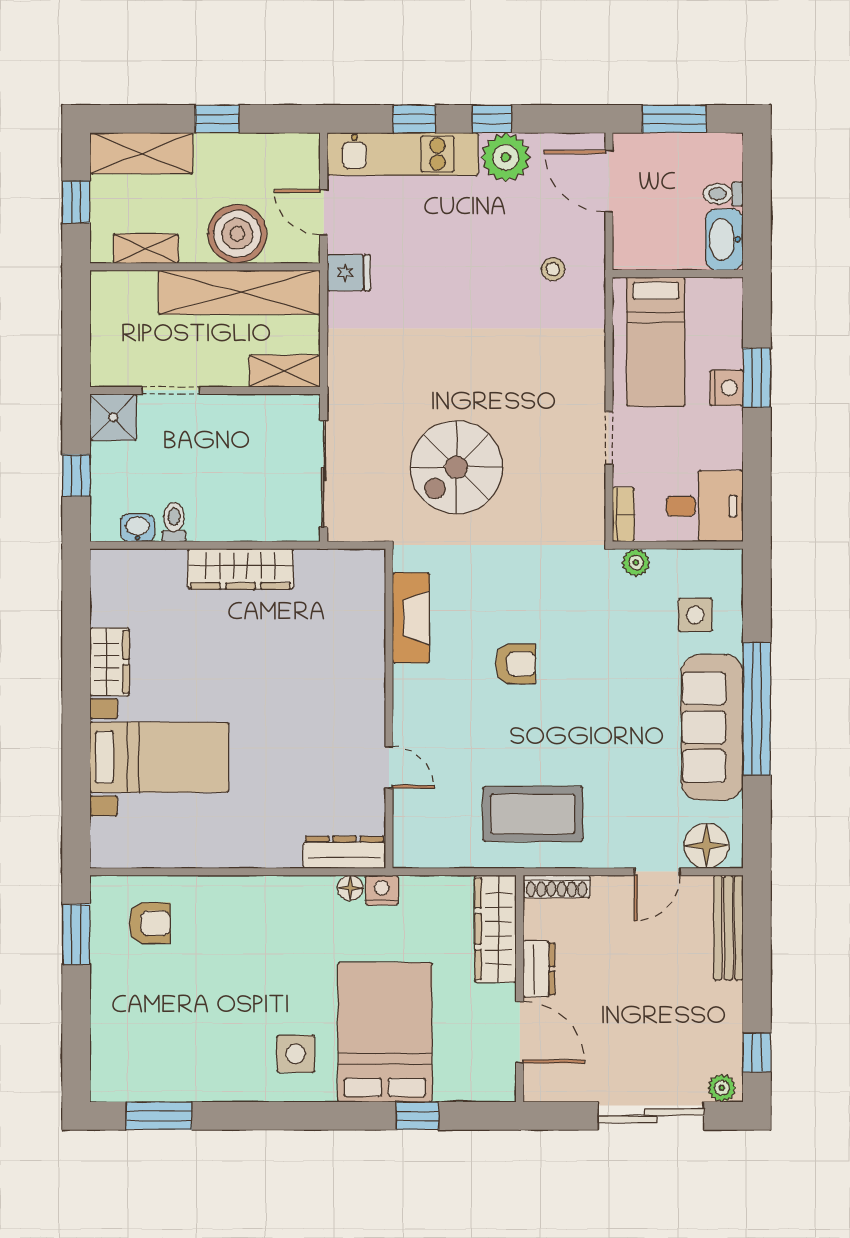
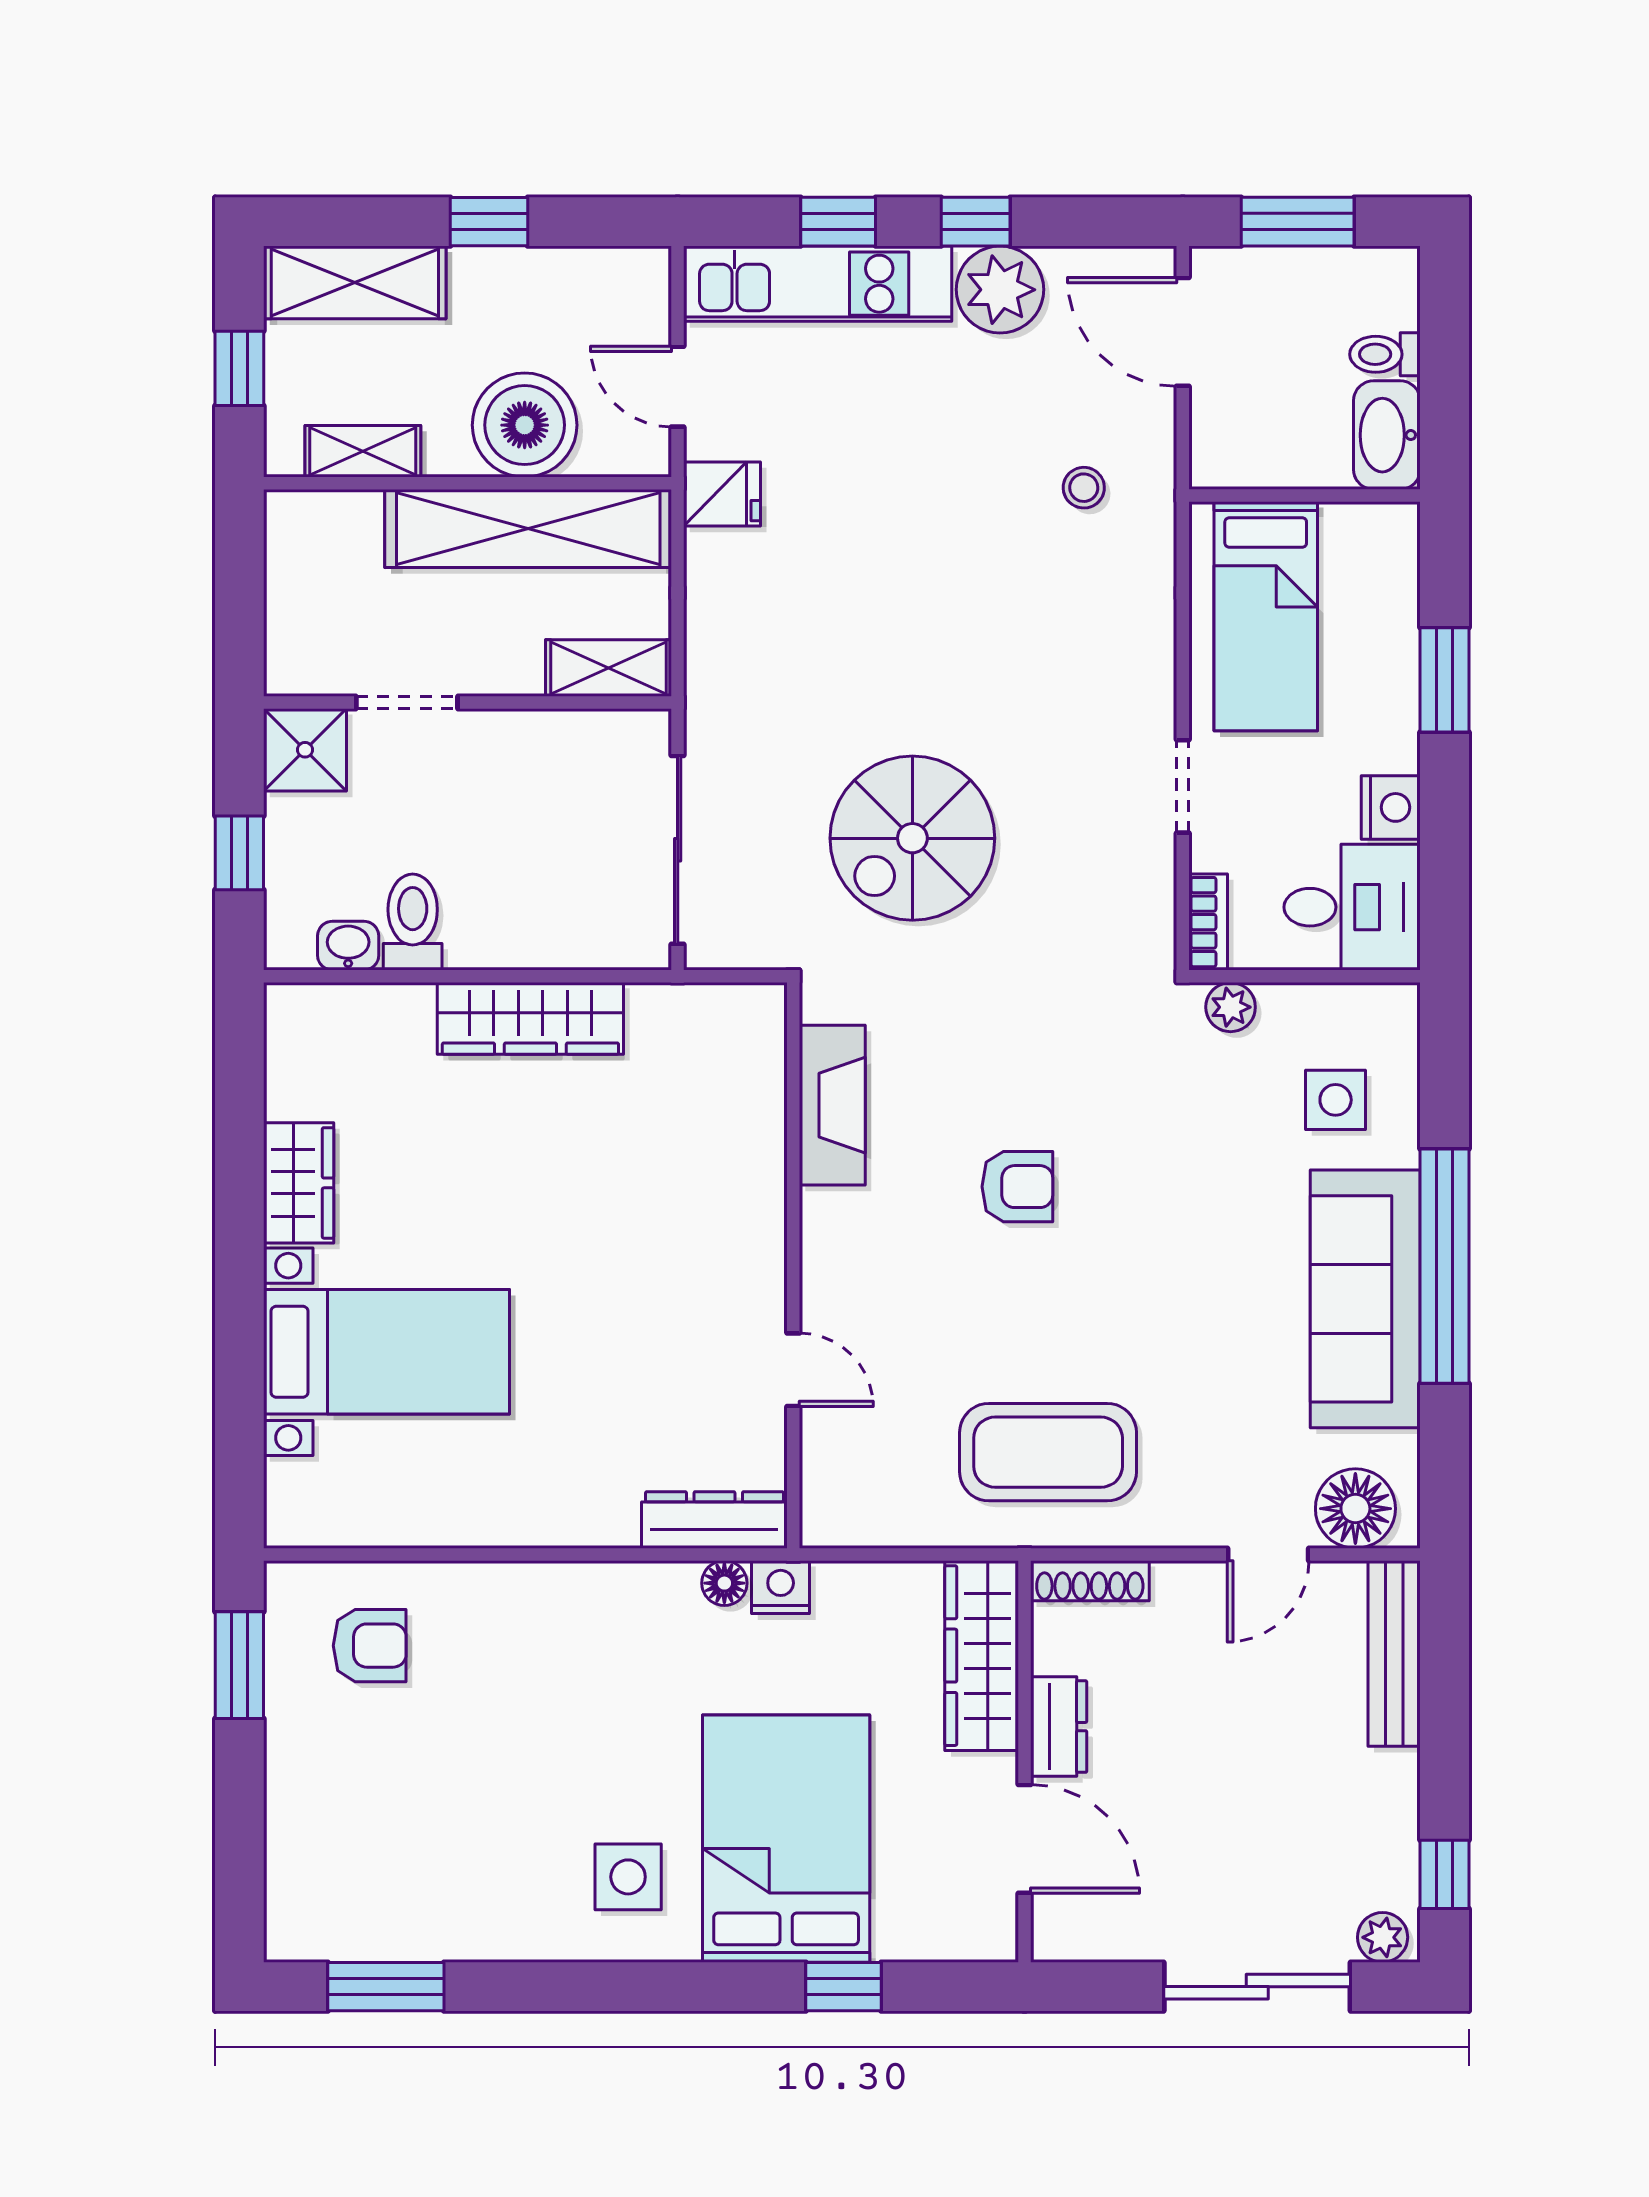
nightstand: (726, 388) -> (1391, 807), moved
toilet: (174, 522) -> (413, 922), width x1.37, depth x1.39

